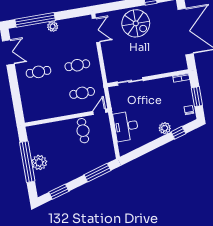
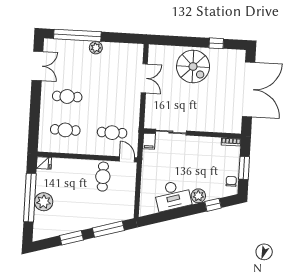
double door: (96, 30) -> (144, 78), moved
cafe table: (77, 65) -> (65, 130), moved
filing cabinet: (114, 93) -> (149, 141), added
door: (99, 112) -> (127, 159), hinge flipped
desk: (126, 126) -> (173, 195), moved, turned -106
fridge: (32, 131) -> (44, 163), added
window: (59, 192) -> (71, 238), moved

